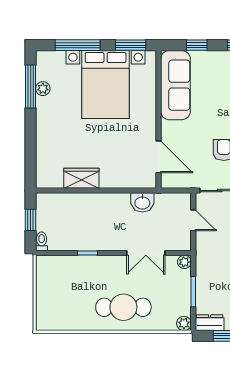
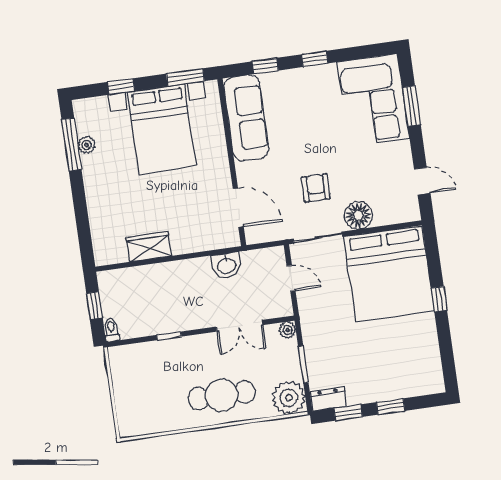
window: (78, 45) -> (121, 86), width x0.46
plant: (184, 323) -> (289, 398), width x1.87, depth x1.87

